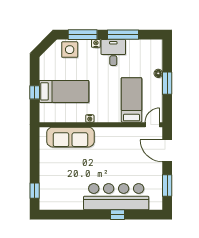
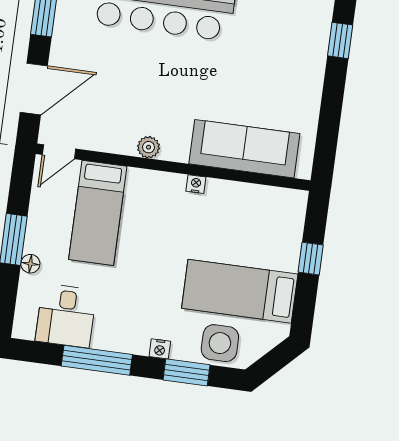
window: (83, 35) -> (186, 372), width x0.69
desk: (113, 52) -> (66, 316), moved
bed: (64, 91) -> (240, 291), moved
plant: (113, 132) -> (148, 147), added
door: (167, 151) -> (34, 89), hinge flipped

